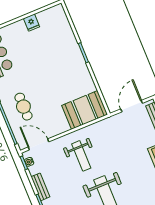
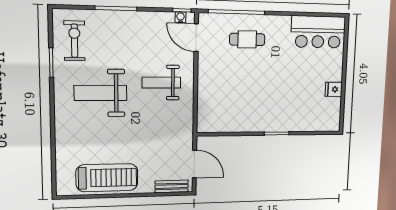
booth: (85, 110) -> (213, 109), removed
door: (38, 144) -> (196, 38), swing flipped
bench: (40, 187) -> (145, 17), removed

